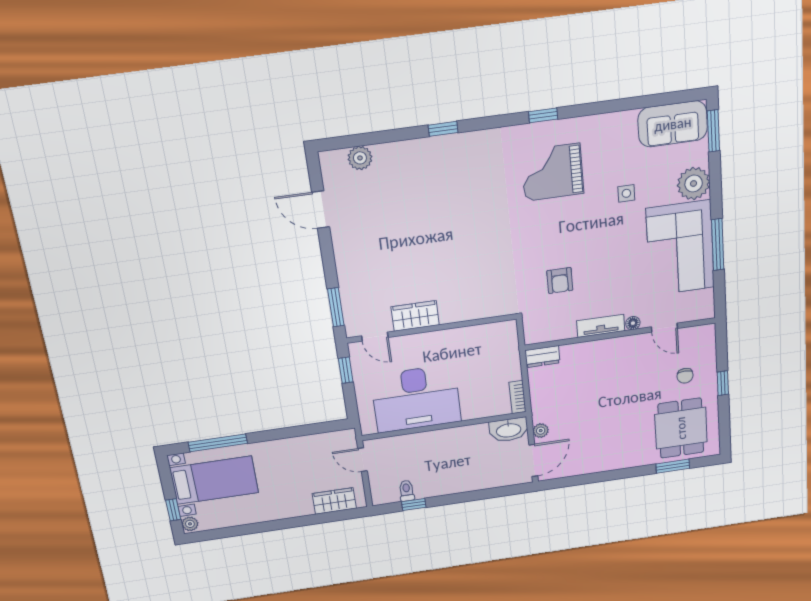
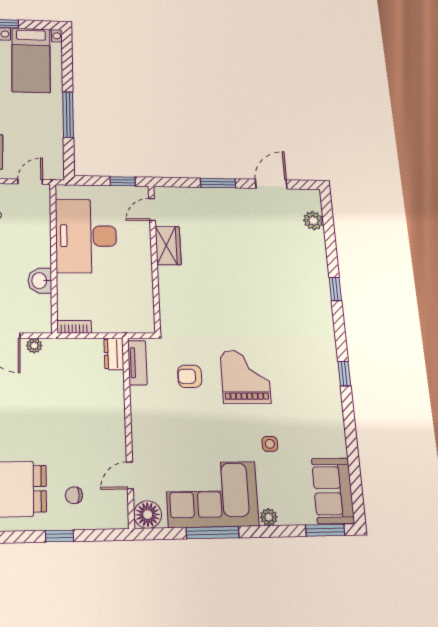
grand piano: (552, 172) -> (245, 377), moved
plant: (694, 183) -> (269, 517), width x0.53, depth x0.53
window: (336, 307) -> (218, 183), moved
floor lamp: (633, 323) -> (148, 515), moved, width x1.89, depth x1.89
tv unit: (601, 326) -> (137, 363), moved
washbasin: (509, 430) -> (40, 281), moved, width x0.72
window: (218, 443) -> (68, 115), moved

